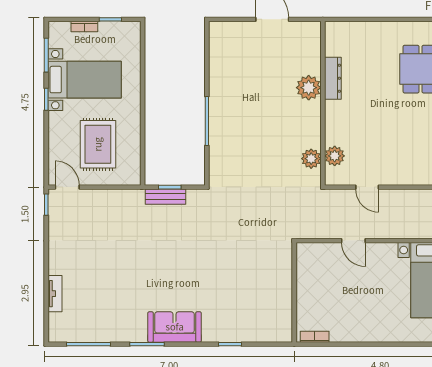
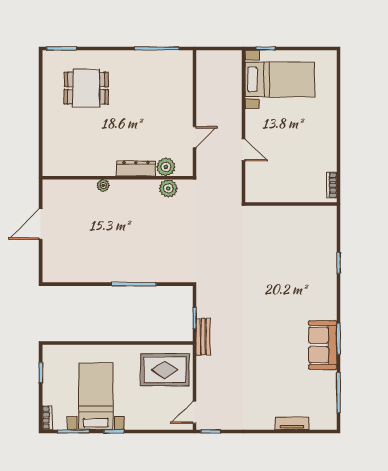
bookcase: (84, 27) -> (47, 418), moved
dresser: (333, 78) -> (136, 169), moved
plant: (309, 88) -> (103, 185), width x0.53, depth x0.53
rug: (98, 144) -> (165, 370), moved
bench: (165, 197) -> (203, 337), moved
door: (353, 241) -> (244, 150), hinge flipped
sofa: (175, 327) -> (323, 345), moved

